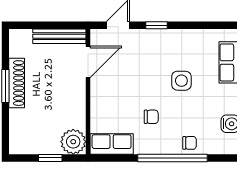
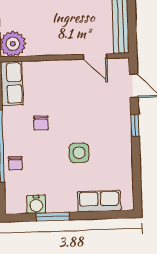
door: (88, 62) -> (95, 56), width x0.73

